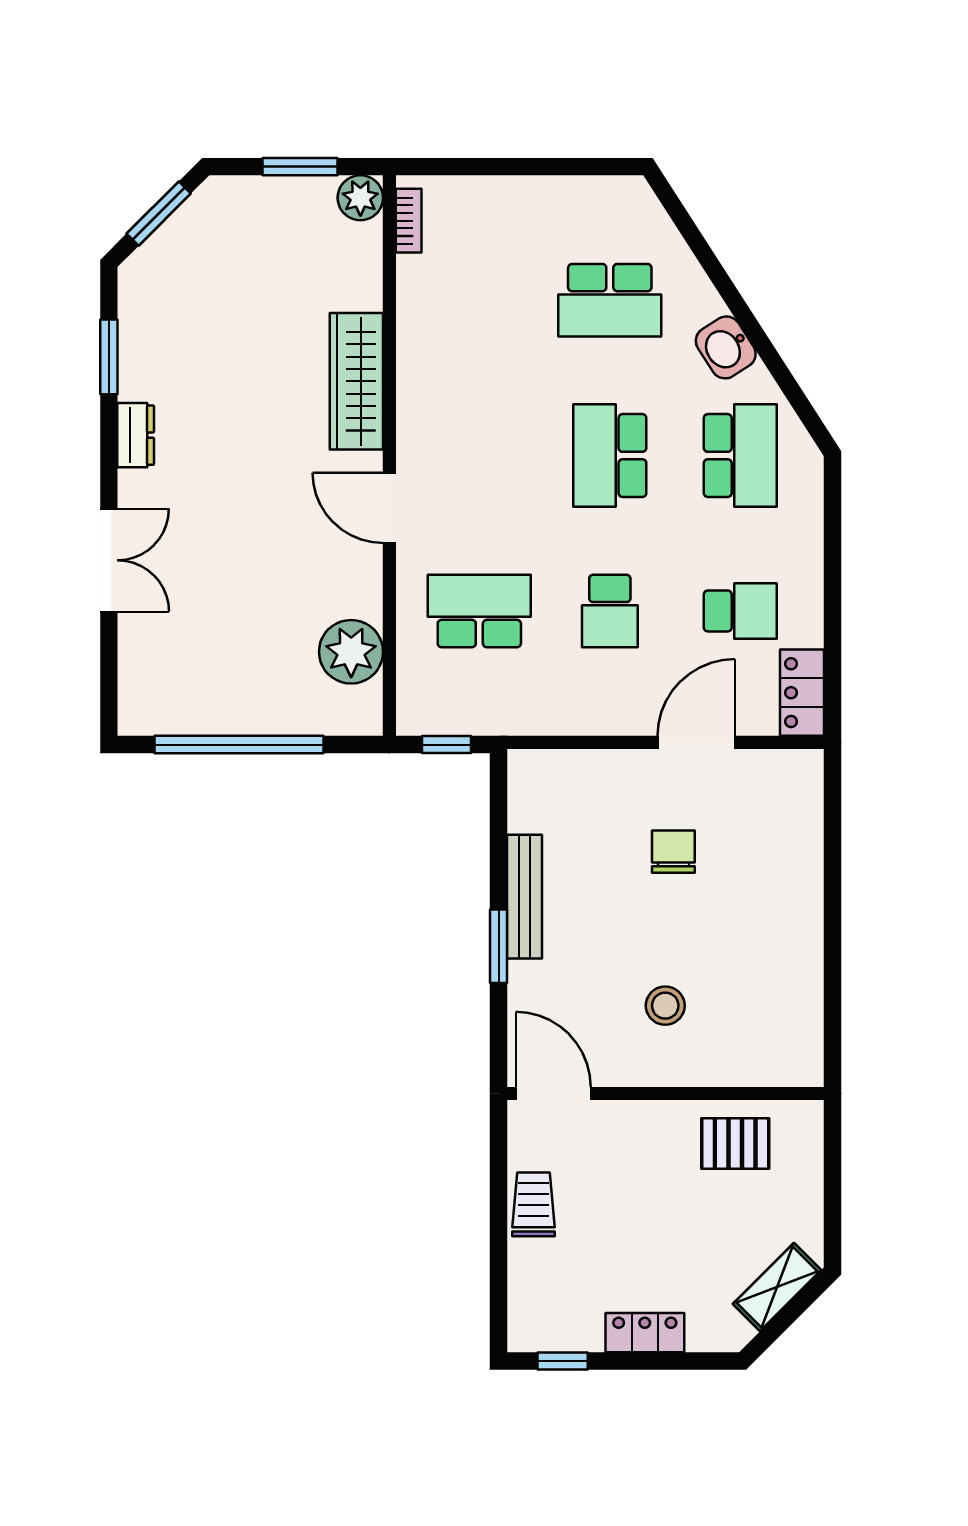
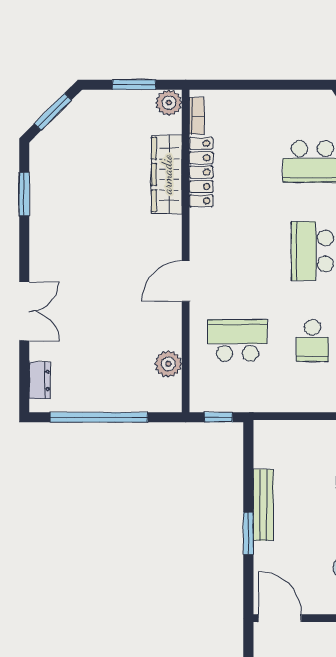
locker: (416, 318) -> (201, 172), added
wardrobe: (356, 381) -> (167, 174), moved
dresser: (136, 435) -> (40, 380), moved
door: (389, 508) -> (186, 281), hinge flipped
plant: (351, 652) -> (168, 364), width x0.73, depth x0.73

